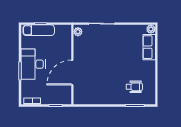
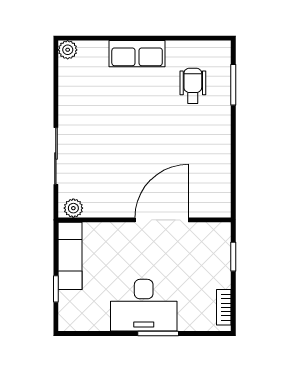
exam couch: (39, 30) -> (70, 256), moved
row of seats: (149, 47) -> (137, 54), moved
door: (72, 72) -> (162, 220), swing flipped

